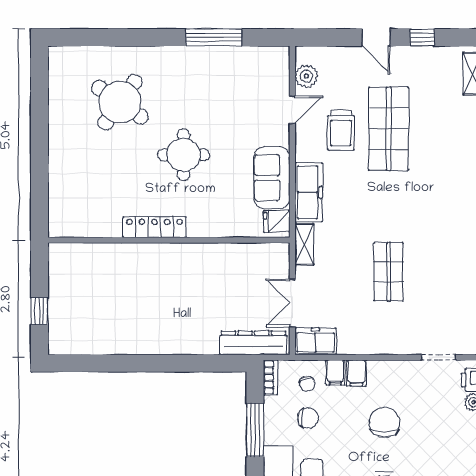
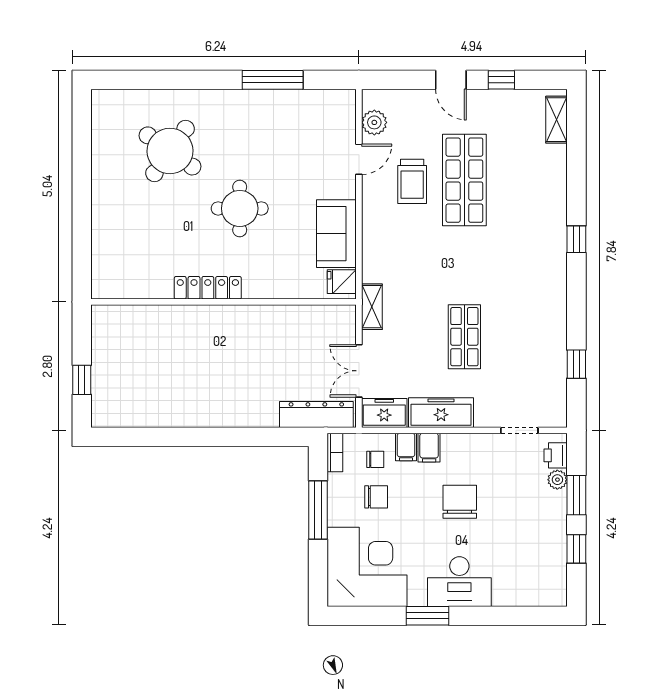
freezer: (309, 192) -> (441, 413), moved, turned -90
chair: (307, 384) -> (375, 459), turned -74

